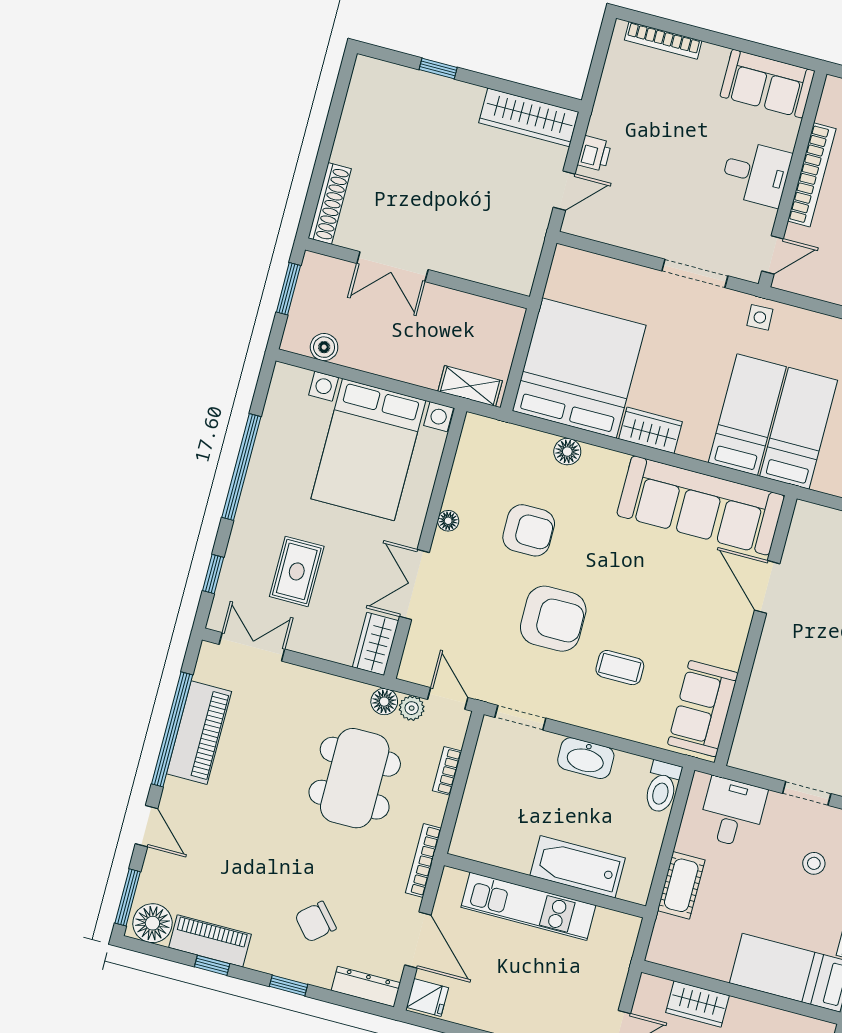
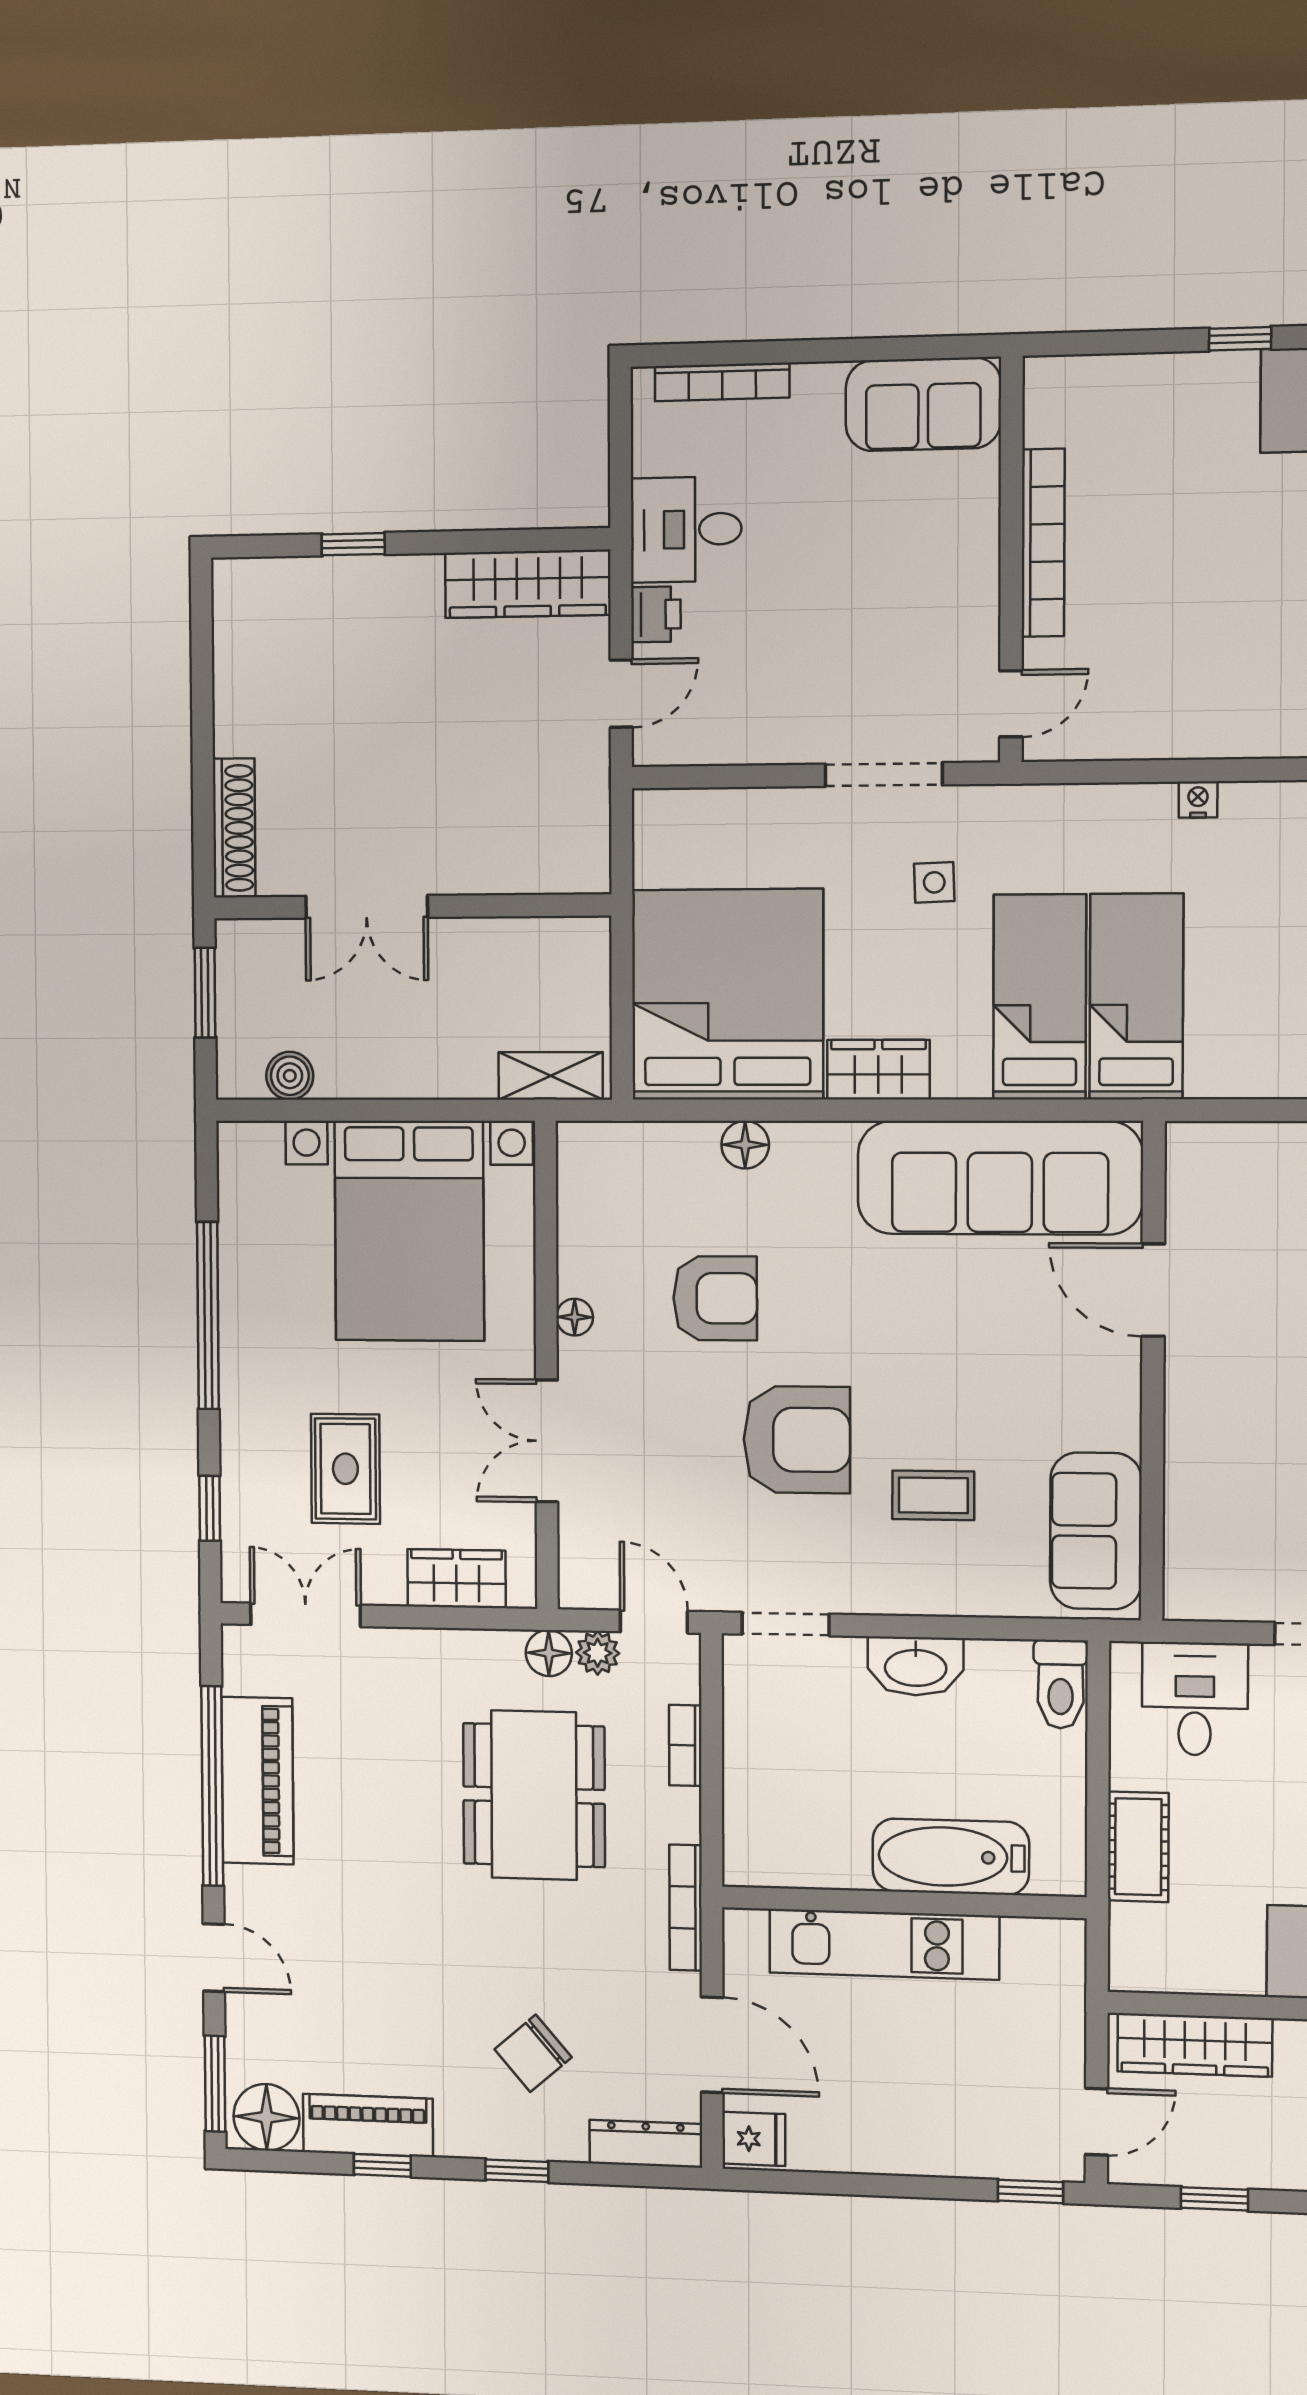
desk: (756, 173) -> (686, 529), moved, turned 180
side table: (760, 317) -> (934, 882), moved
wardrobe: (376, 644) -> (457, 1579), moved, turned 90
wardrobe: (698, 1004) -> (1195, 2045), width x1.50

